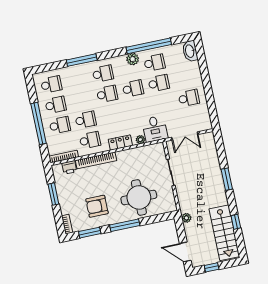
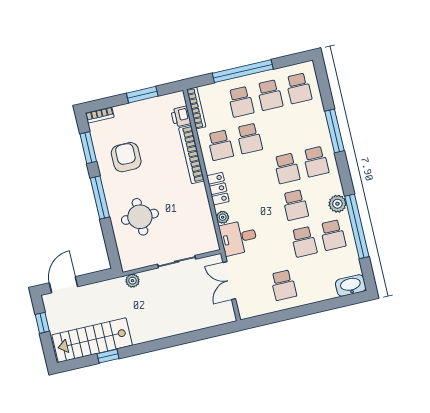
window: (227, 179) -> (169, 342), removed
round table: (139, 197) -> (140, 217), width x0.73, depth x0.73
plant: (186, 218) -> (132, 281), moved

